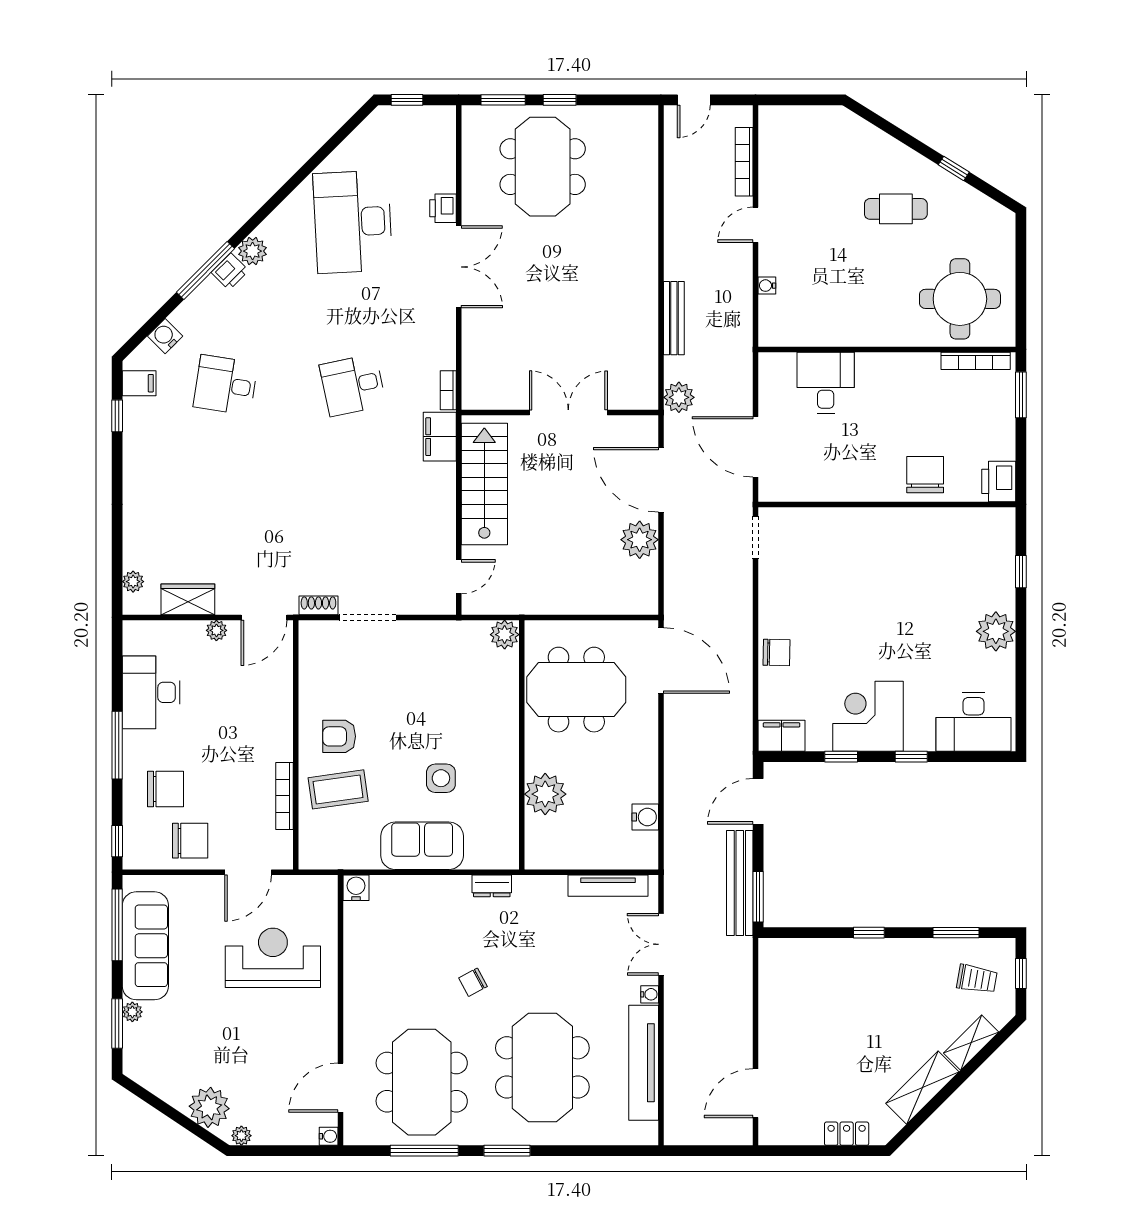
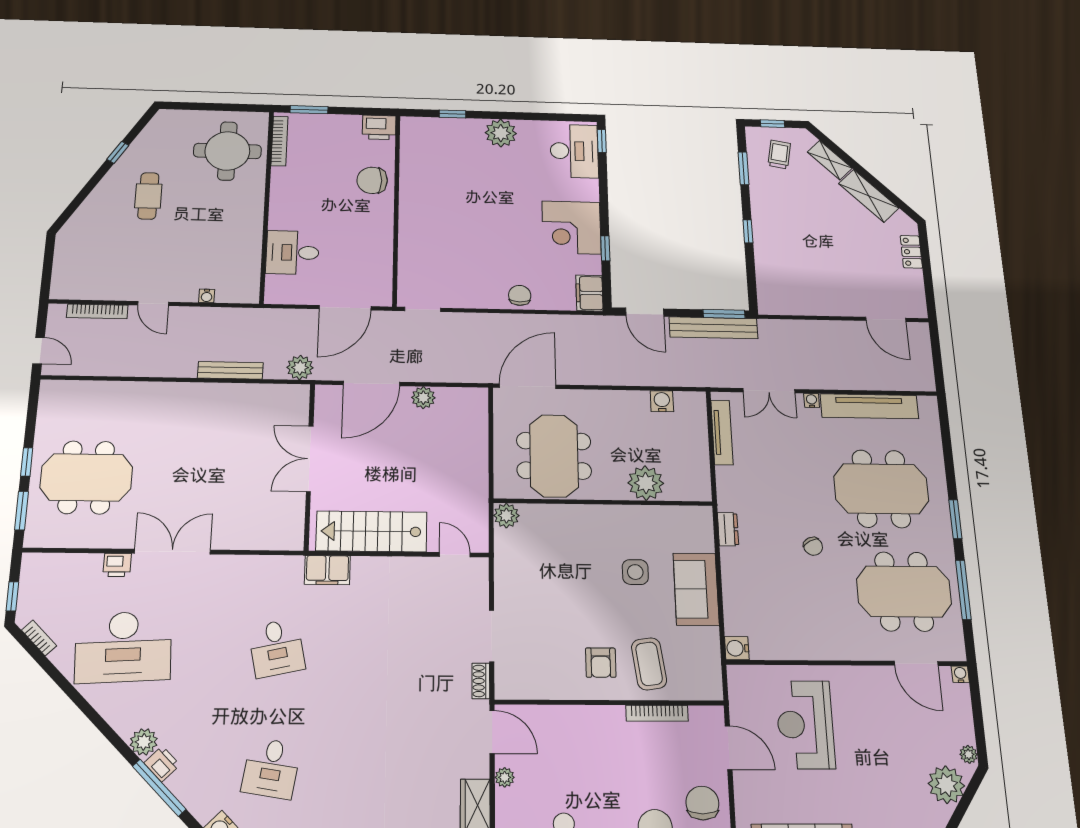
bookcase: (448, 390) -> (39, 638), moved, turned -135
plant: (640, 540) -> (423, 398), width x0.73, depth x0.73
window: (911, 757) -> (602, 141), moved

